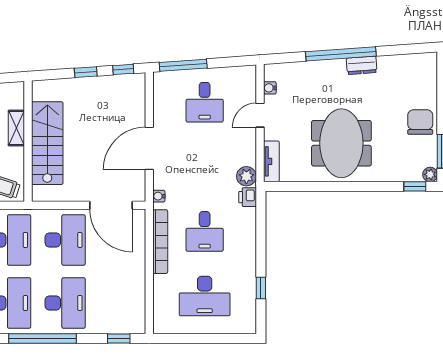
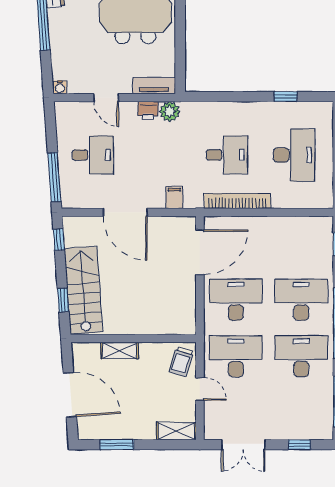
window: (86, 72) -> (63, 300), moved
water cooler: (270, 88) -> (60, 87), moved
stairs: (47, 143) -> (83, 290), moved, turned 86
door: (149, 148) -> (125, 212), moved
filing cabinet: (164, 181) -> (174, 197), added
water cooler: (159, 196) -> (190, 202), removed
printer: (248, 197) -> (148, 110), moved

